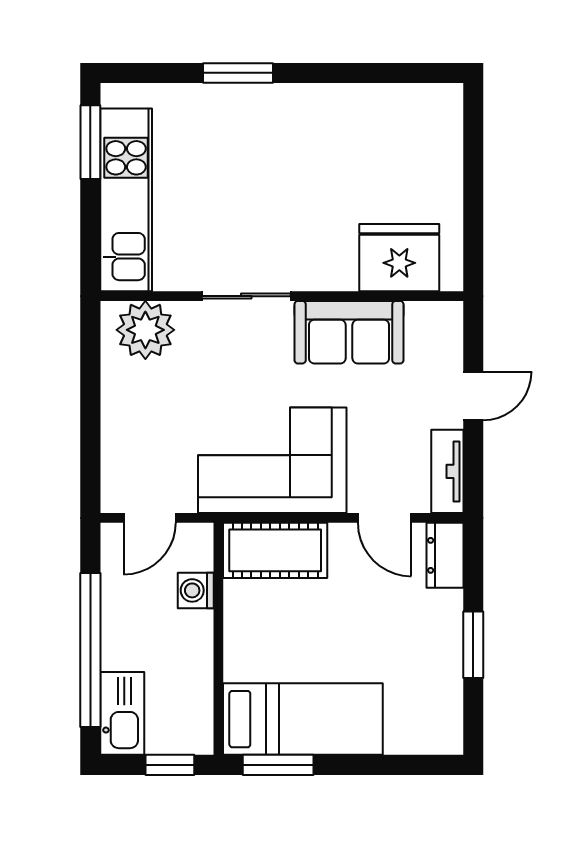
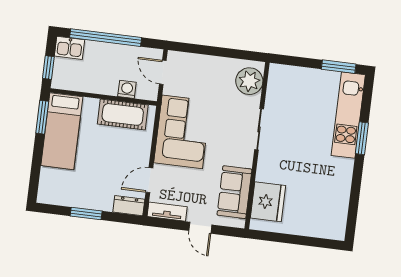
kitchen unit: (126, 200) -> (348, 115), moved, turned 90
sofa: (349, 332) -> (234, 192), moved
cot: (275, 550) -> (123, 114), moved, turned 90
kitchen sink: (122, 713) -> (69, 48), width x0.73

